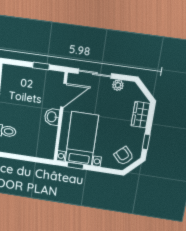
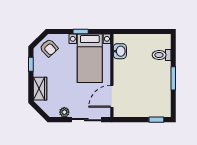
window: (41, 66) -> (156, 120), moved
washbasin: (52, 117) -> (120, 51), moved
window: (75, 166) -> (81, 32), moved

